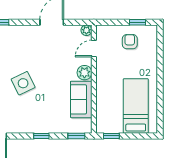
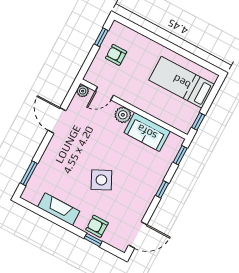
door: (94, 49) -> (104, 93), hinge flipped

